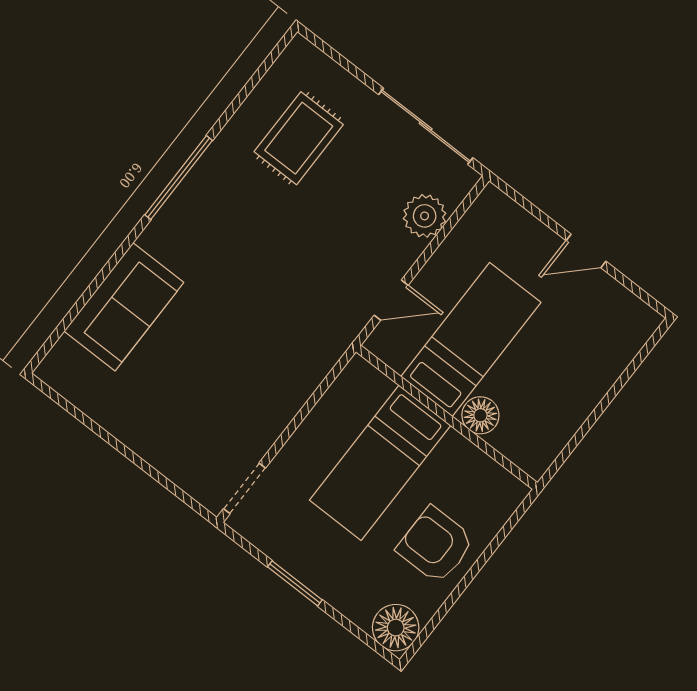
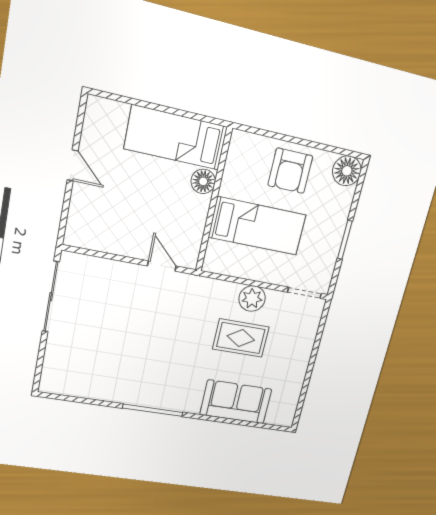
rug: (299, 138) -> (241, 338), moved
plant: (425, 216) -> (252, 299), moved
bed: (471, 339) -> (176, 138), moved

